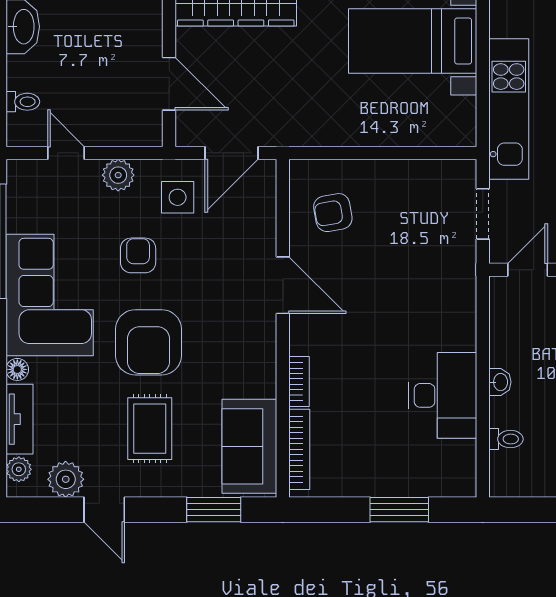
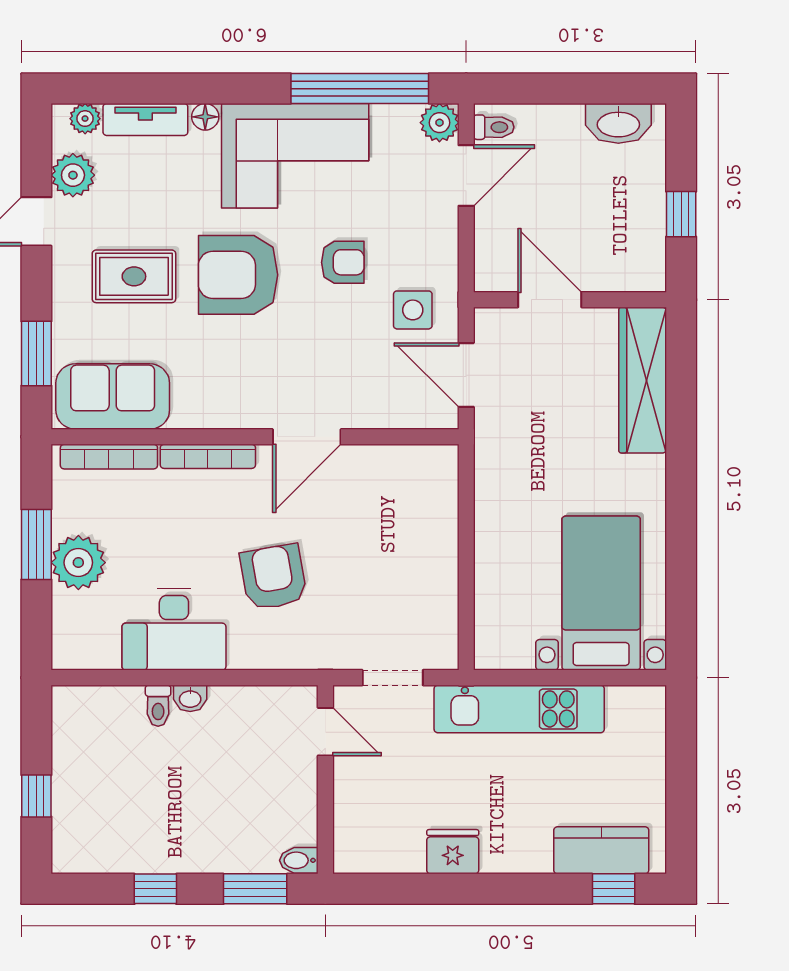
door: (169, 84) -> (550, 300), swing flipped
toilet: (23, 102) -> (494, 127), moved, turned -90
door: (66, 153) -> (466, 175), width x1.38
plant: (118, 175) -> (439, 123), moved
armchair: (333, 213) -> (274, 577), moved, width x1.38, depth x1.38
bookcase: (299, 382) -> (208, 456), width x1.56
toilet: (506, 439) -> (158, 706), moved
plant: (387, 475) -> (78, 563), added
window: (399, 510) -> (36, 544), moved

